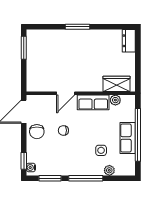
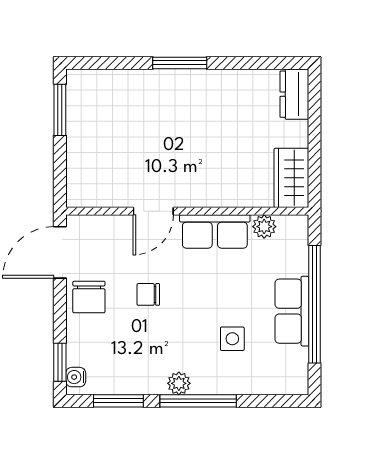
wardrobe: (117, 84) -> (291, 178), moved, turned -90
plant: (109, 170) -> (179, 383), moved

